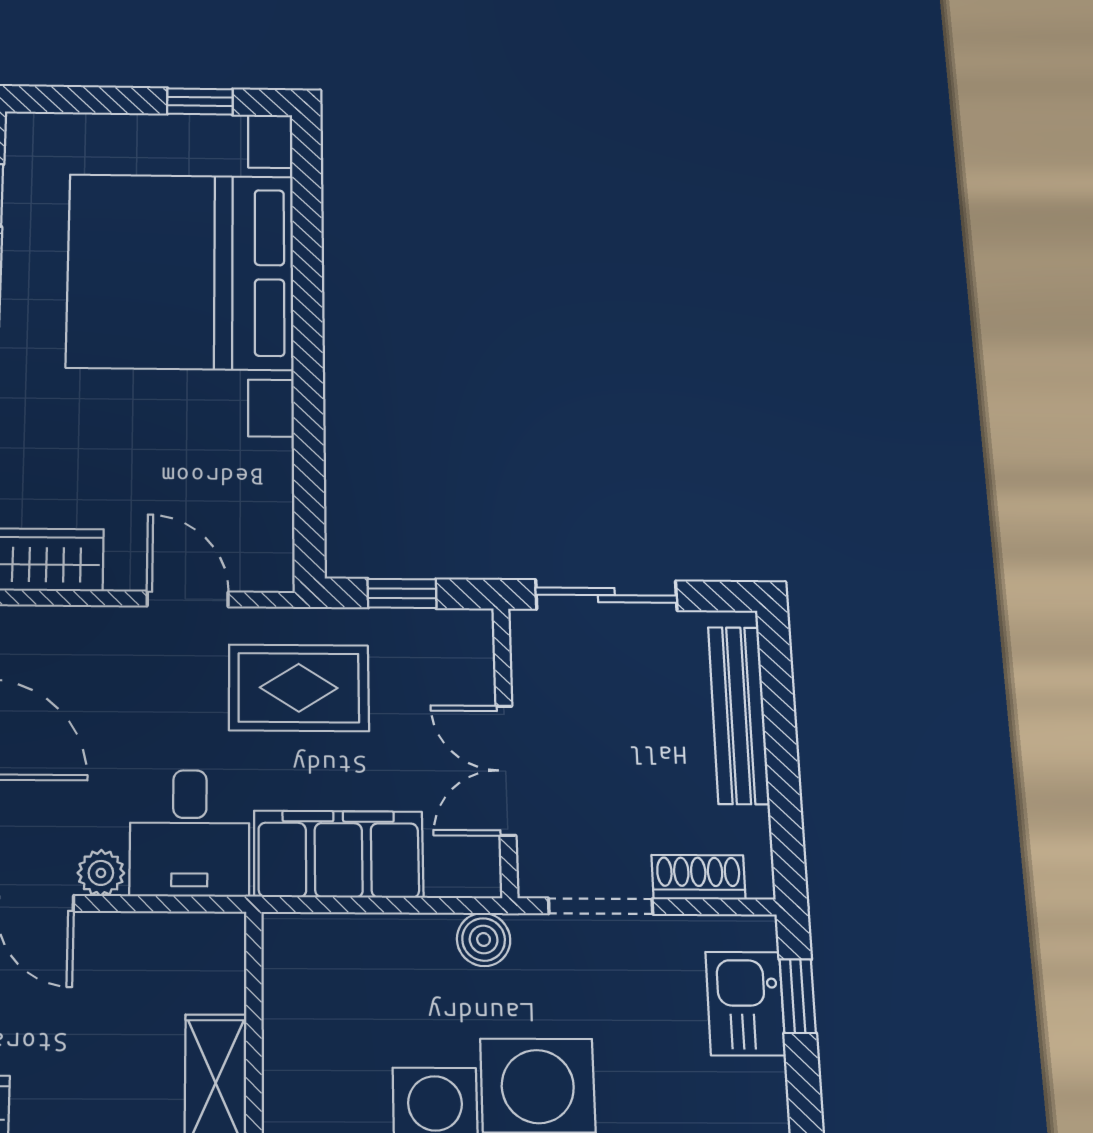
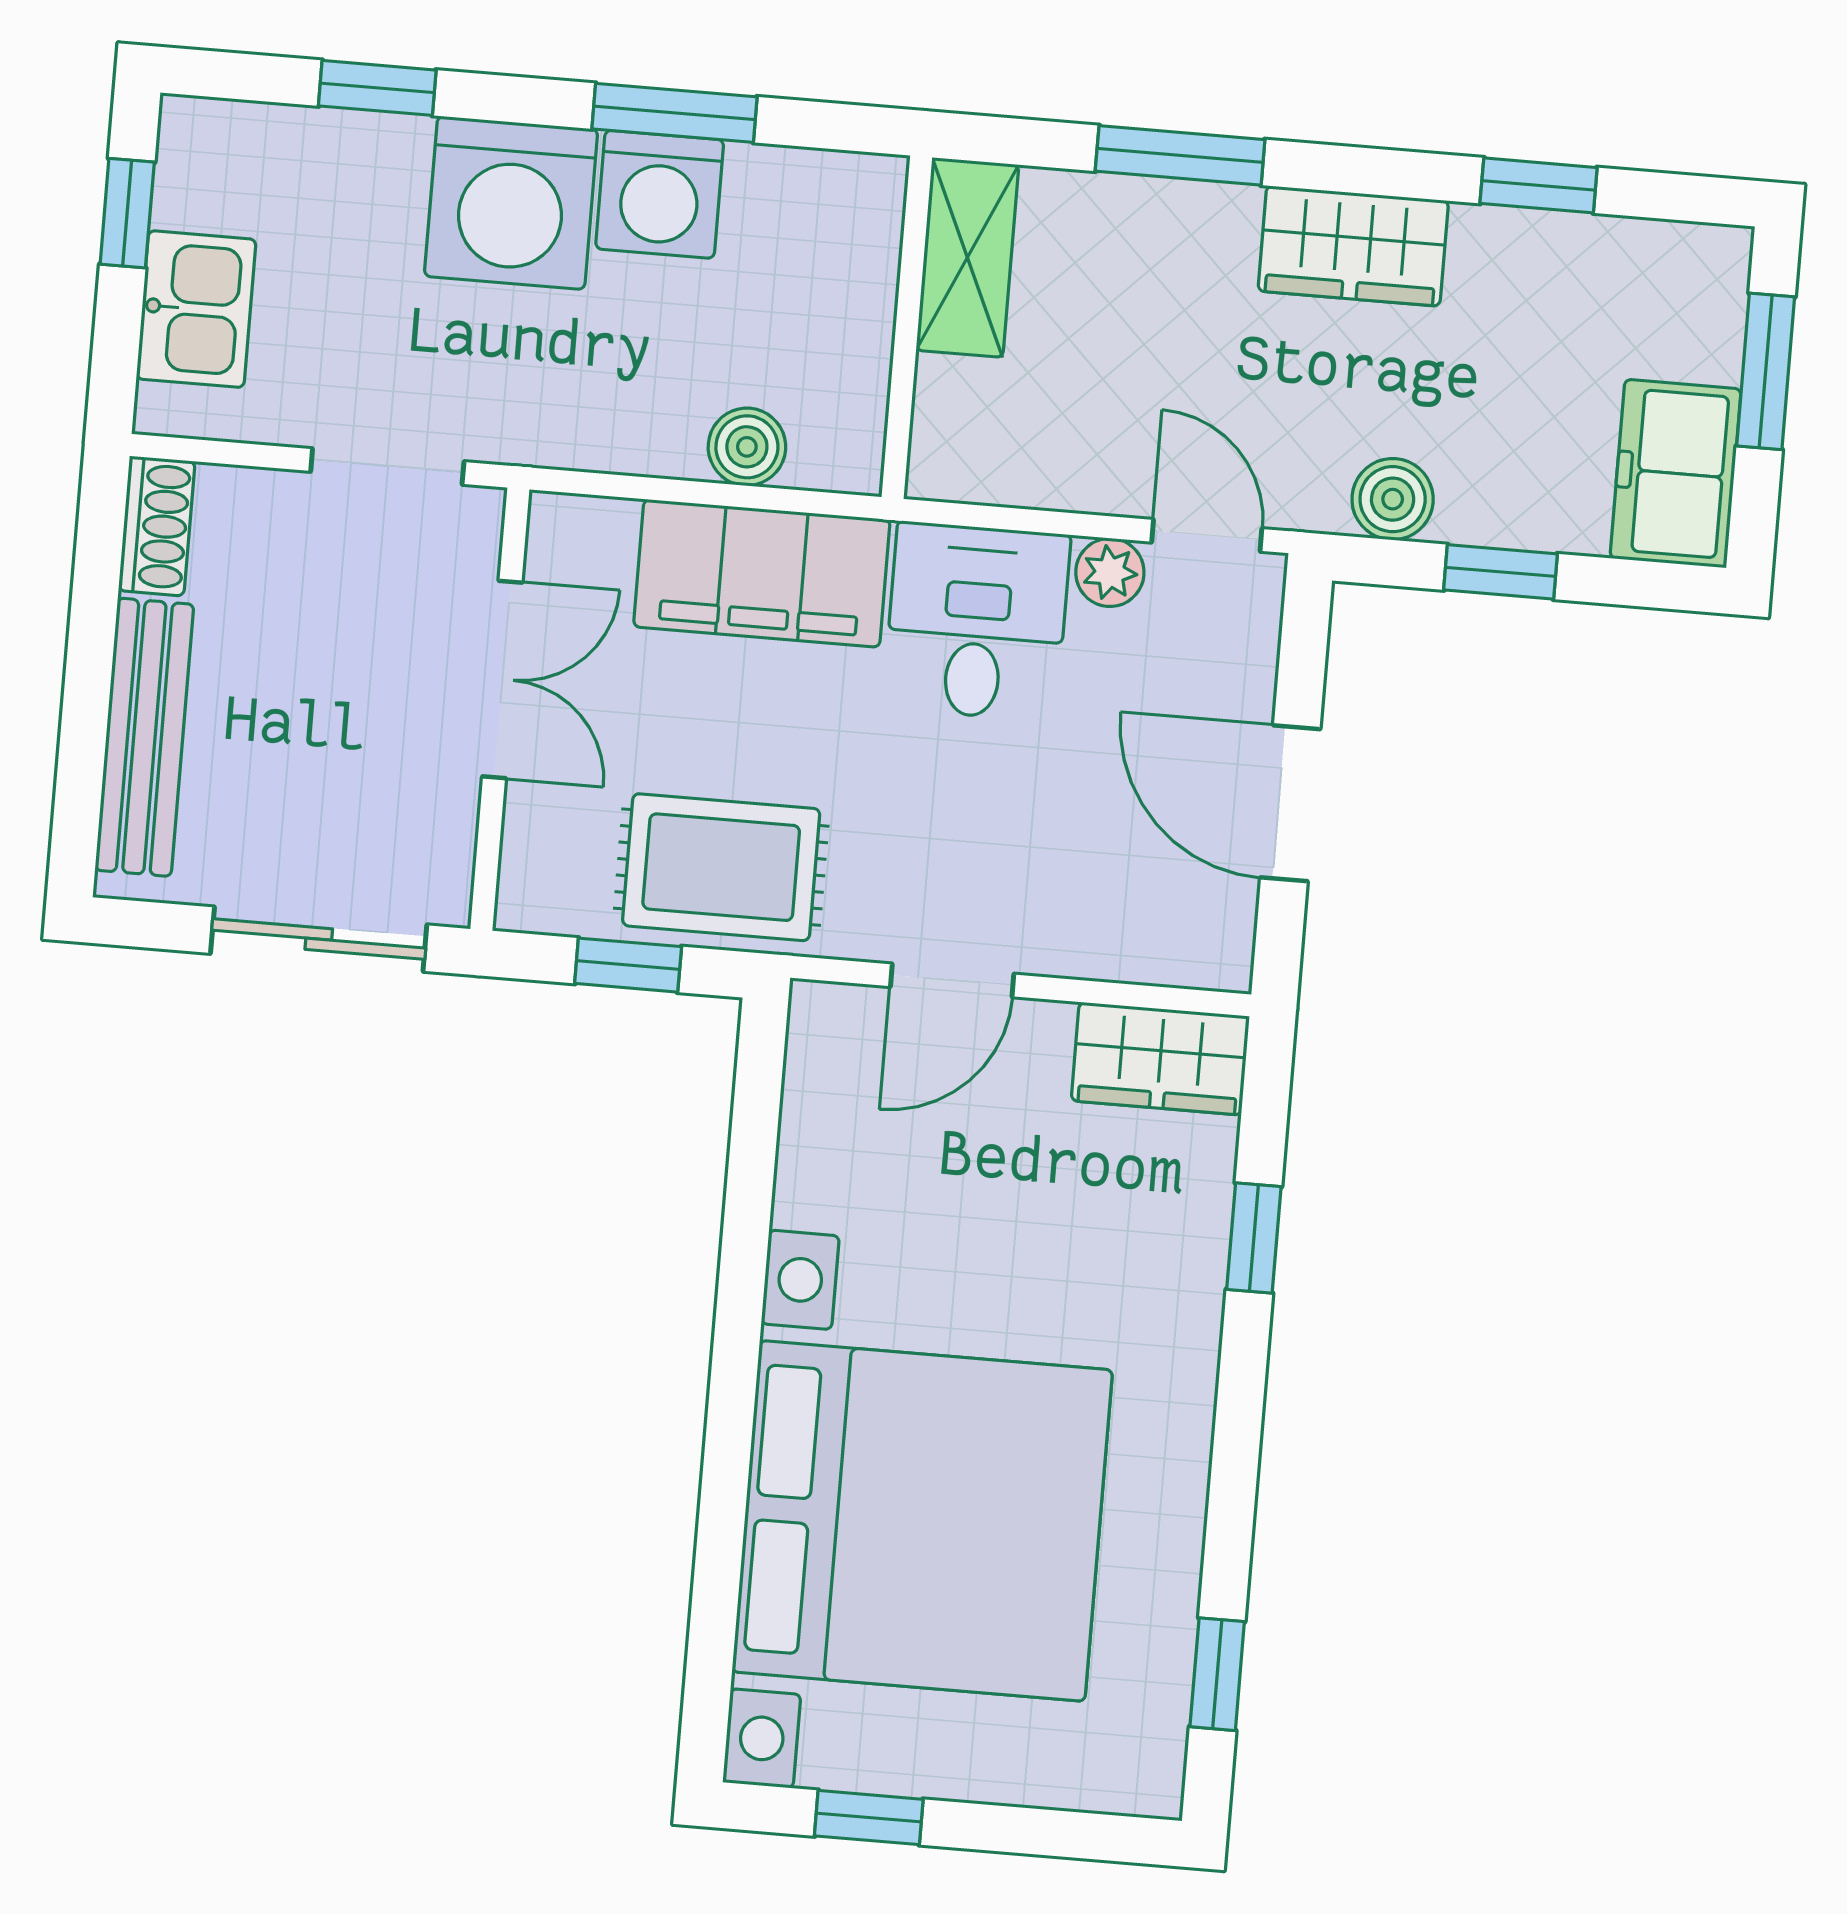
door: (188, 599) -> (952, 980), hinge flipped
rug: (299, 688) -> (721, 867), moved
shoe rack: (698, 877) -> (157, 526), moved, turned -90
boiler: (484, 939) -> (747, 447), moved
window: (798, 996) -> (127, 213), moved

